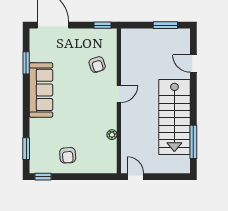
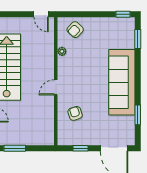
window: (102, 25) -> (81, 148), moved
sofa: (41, 90) -> (122, 82), width x1.36, depth x1.27
armchair: (68, 155) -> (75, 30), moved, turned -132

